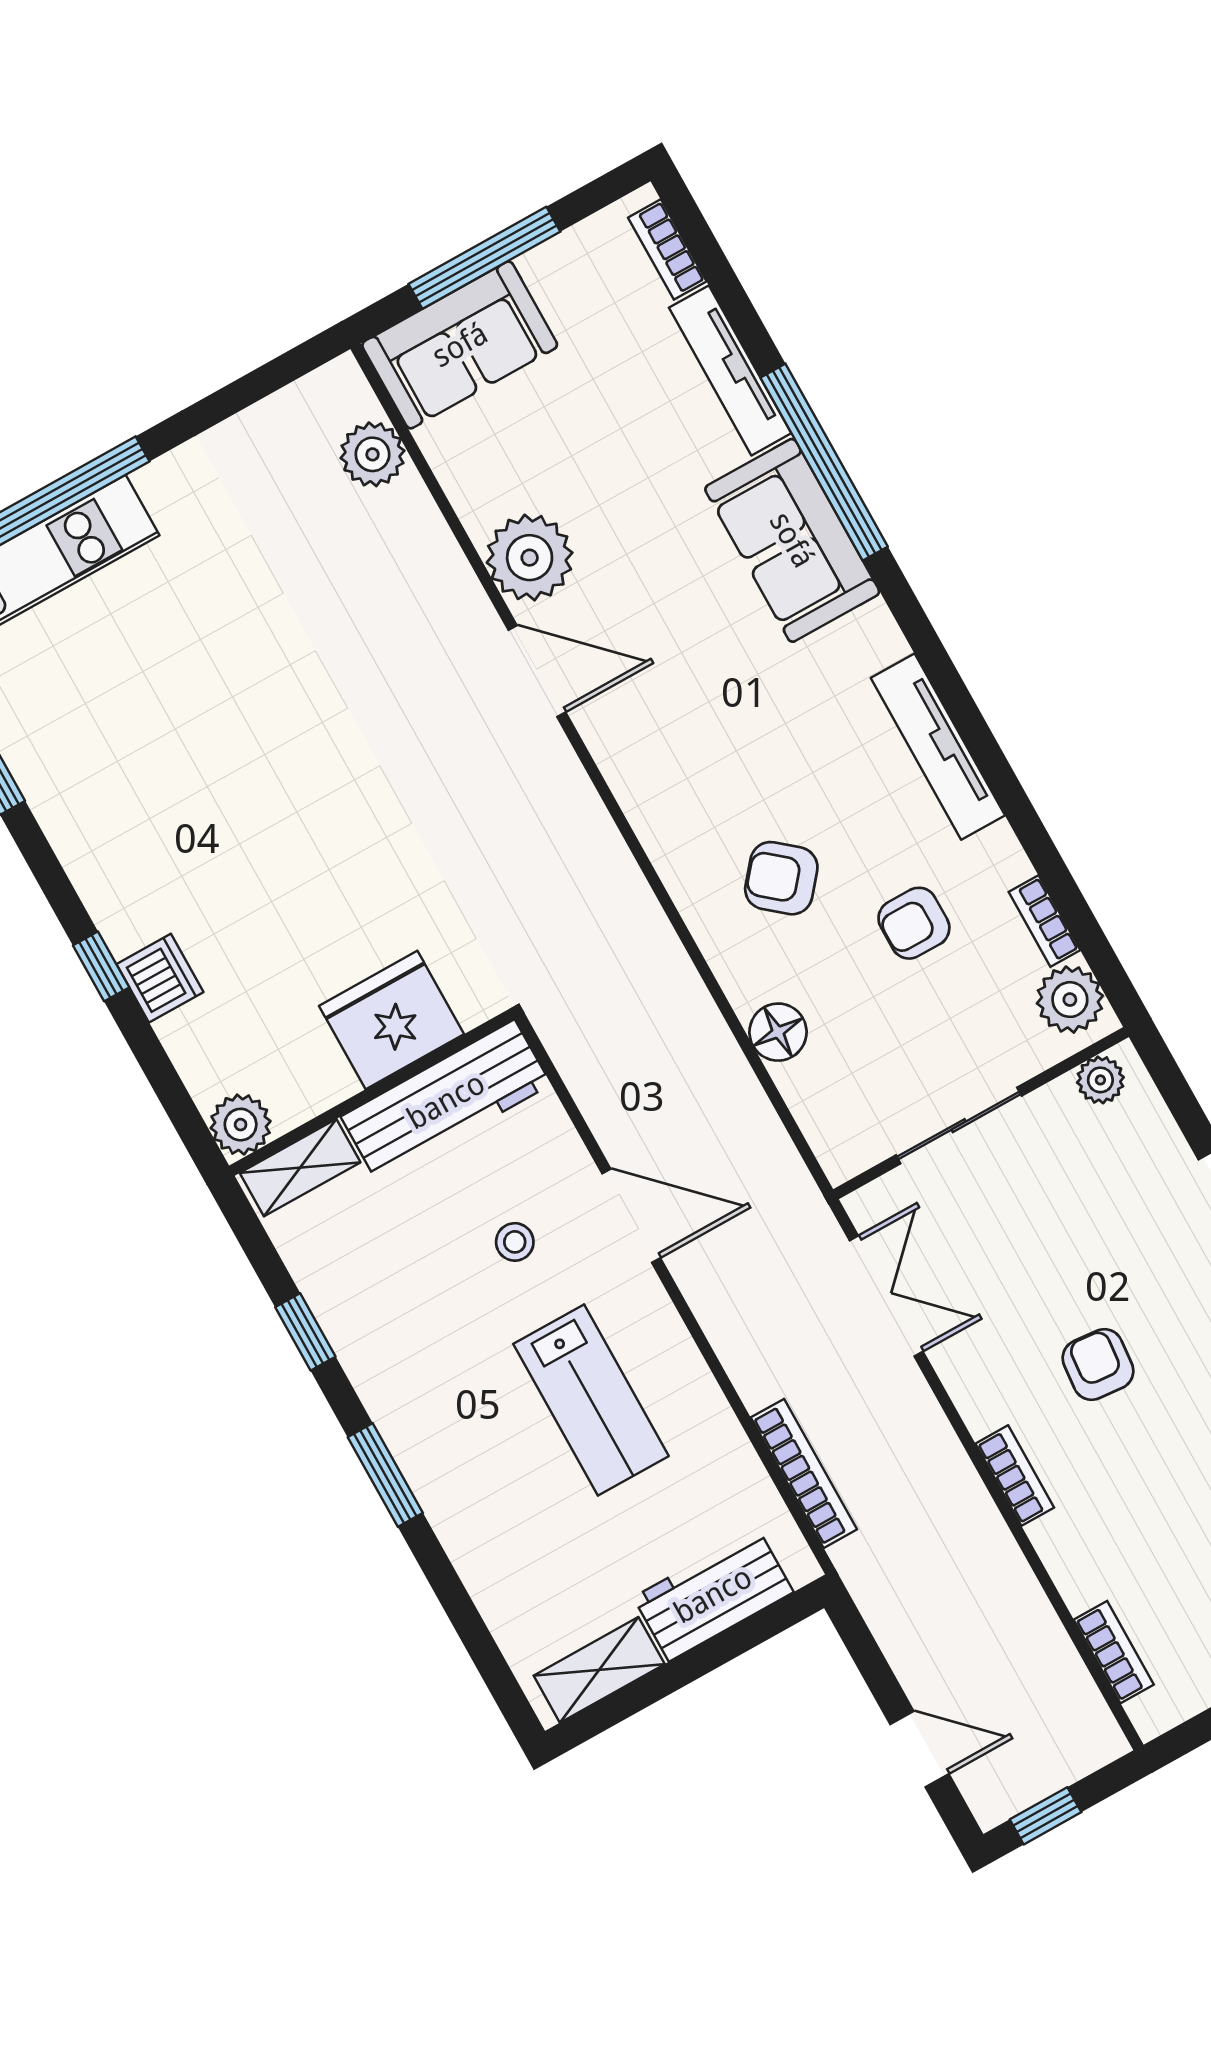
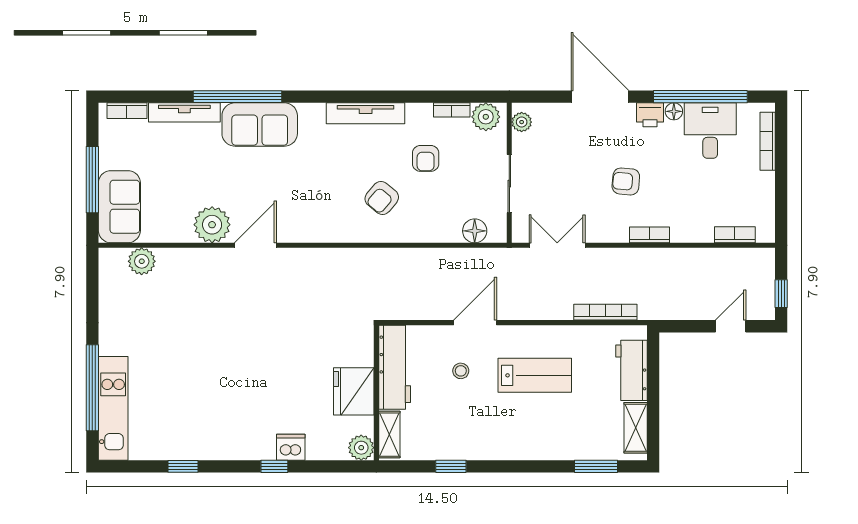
fridge: (392, 1020) -> (354, 391), moved
floor lamp: (778, 1032) -> (475, 231), moved
window: (385, 1475) -> (596, 466), moved

